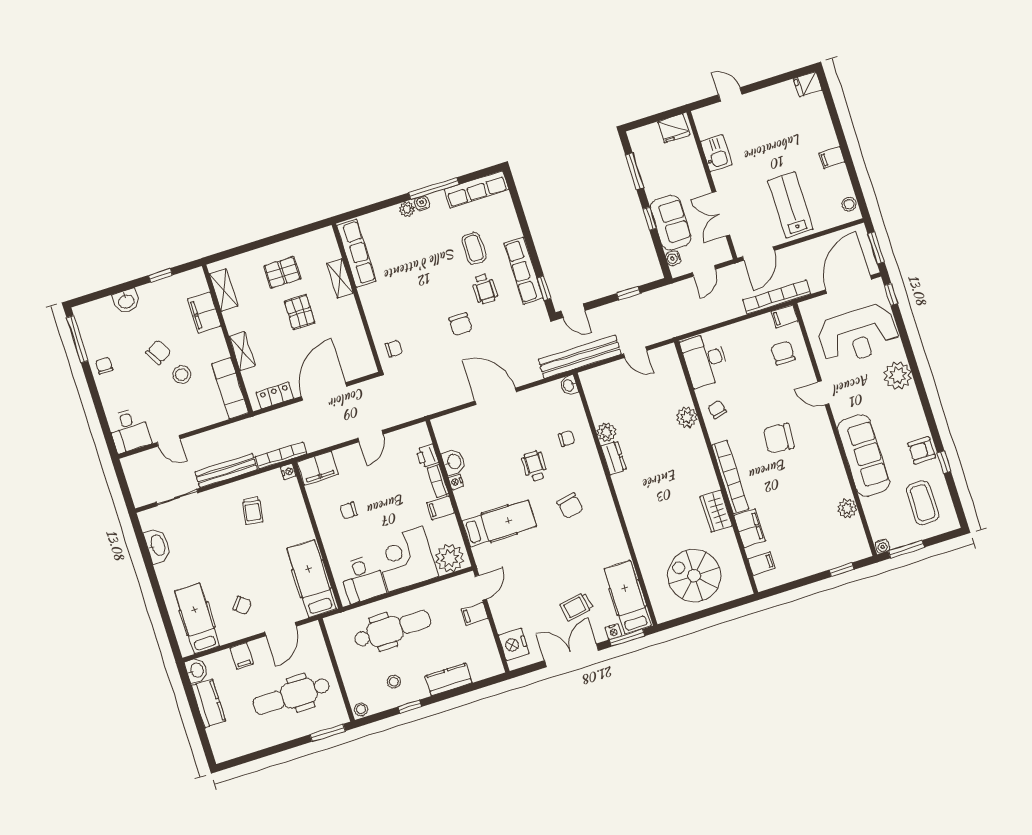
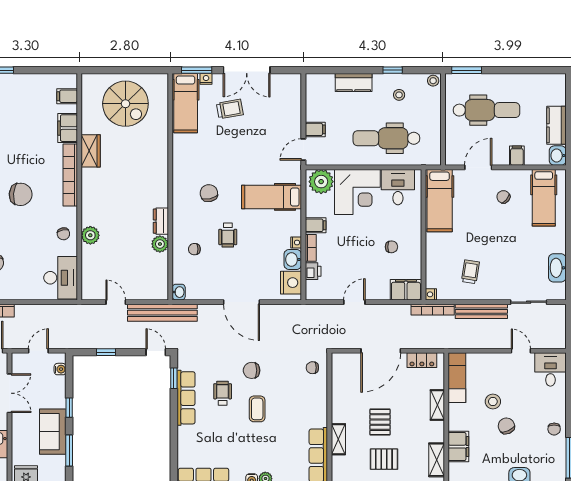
sofa: (671, 223) -> (53, 432), moved
coffee table: (474, 248) -> (257, 409), moved
chair: (460, 324) -> (252, 370), turned -90
chair: (158, 352) -> (506, 426), turned 96
nightstand: (514, 644) -> (291, 283), moved

